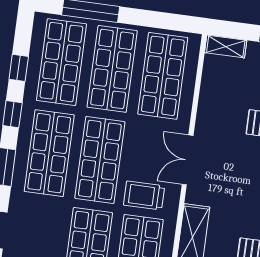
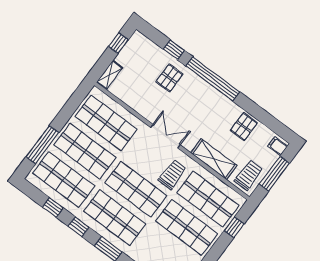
double door: (188, 160) -> (165, 136), swing flipped
trolley: (144, 196) -> (172, 174), turned 180

